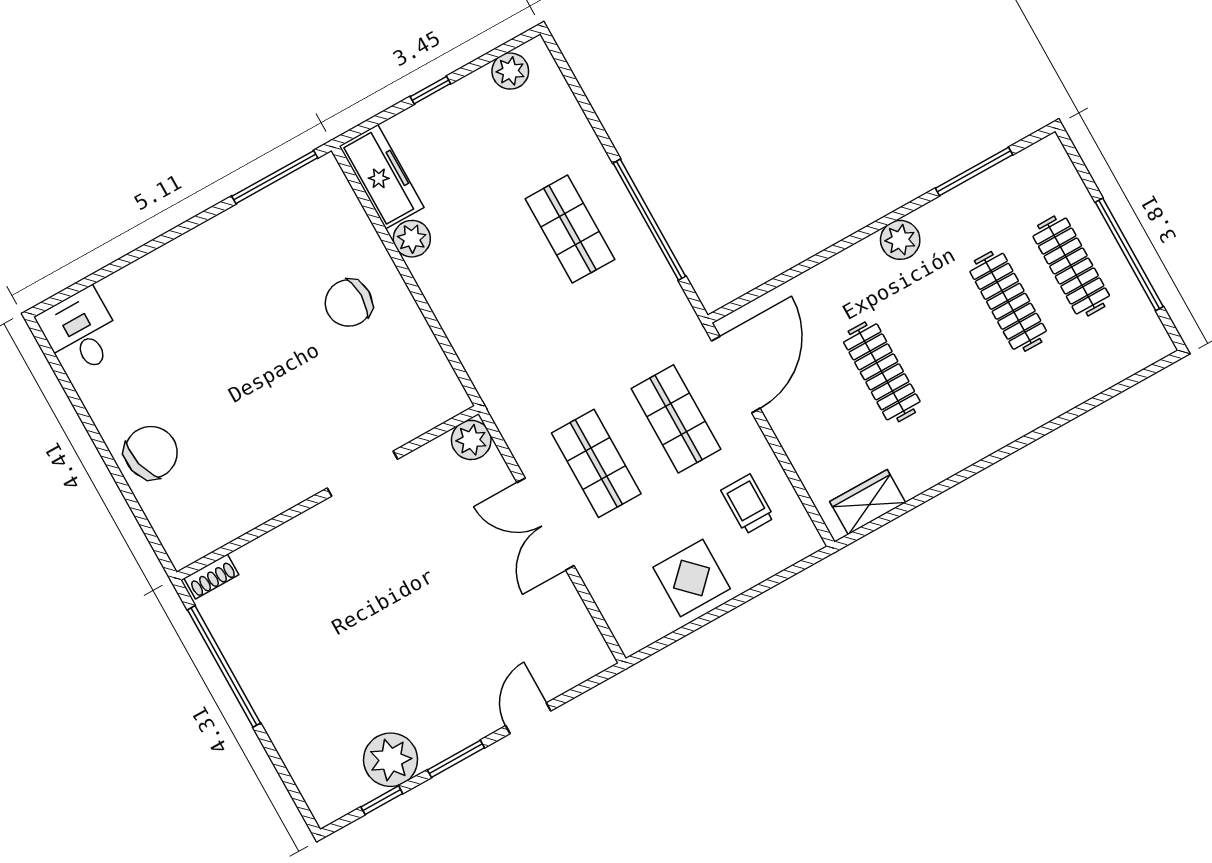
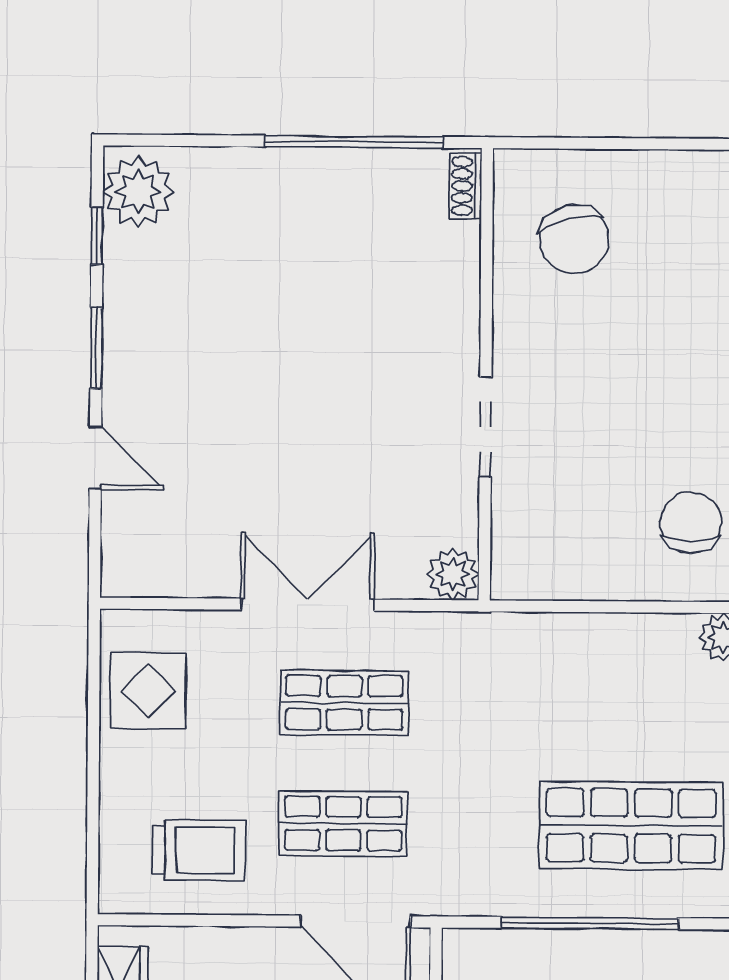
shop shelf: (570, 229) -> (631, 826), width x1.43, depth x1.36
chair: (151, 452) -> (574, 239), moved
trolley: (748, 504) -> (199, 850), width x1.36, depth x1.39
display table: (692, 578) -> (148, 691), moved
plant: (391, 760) -> (138, 191), moved

